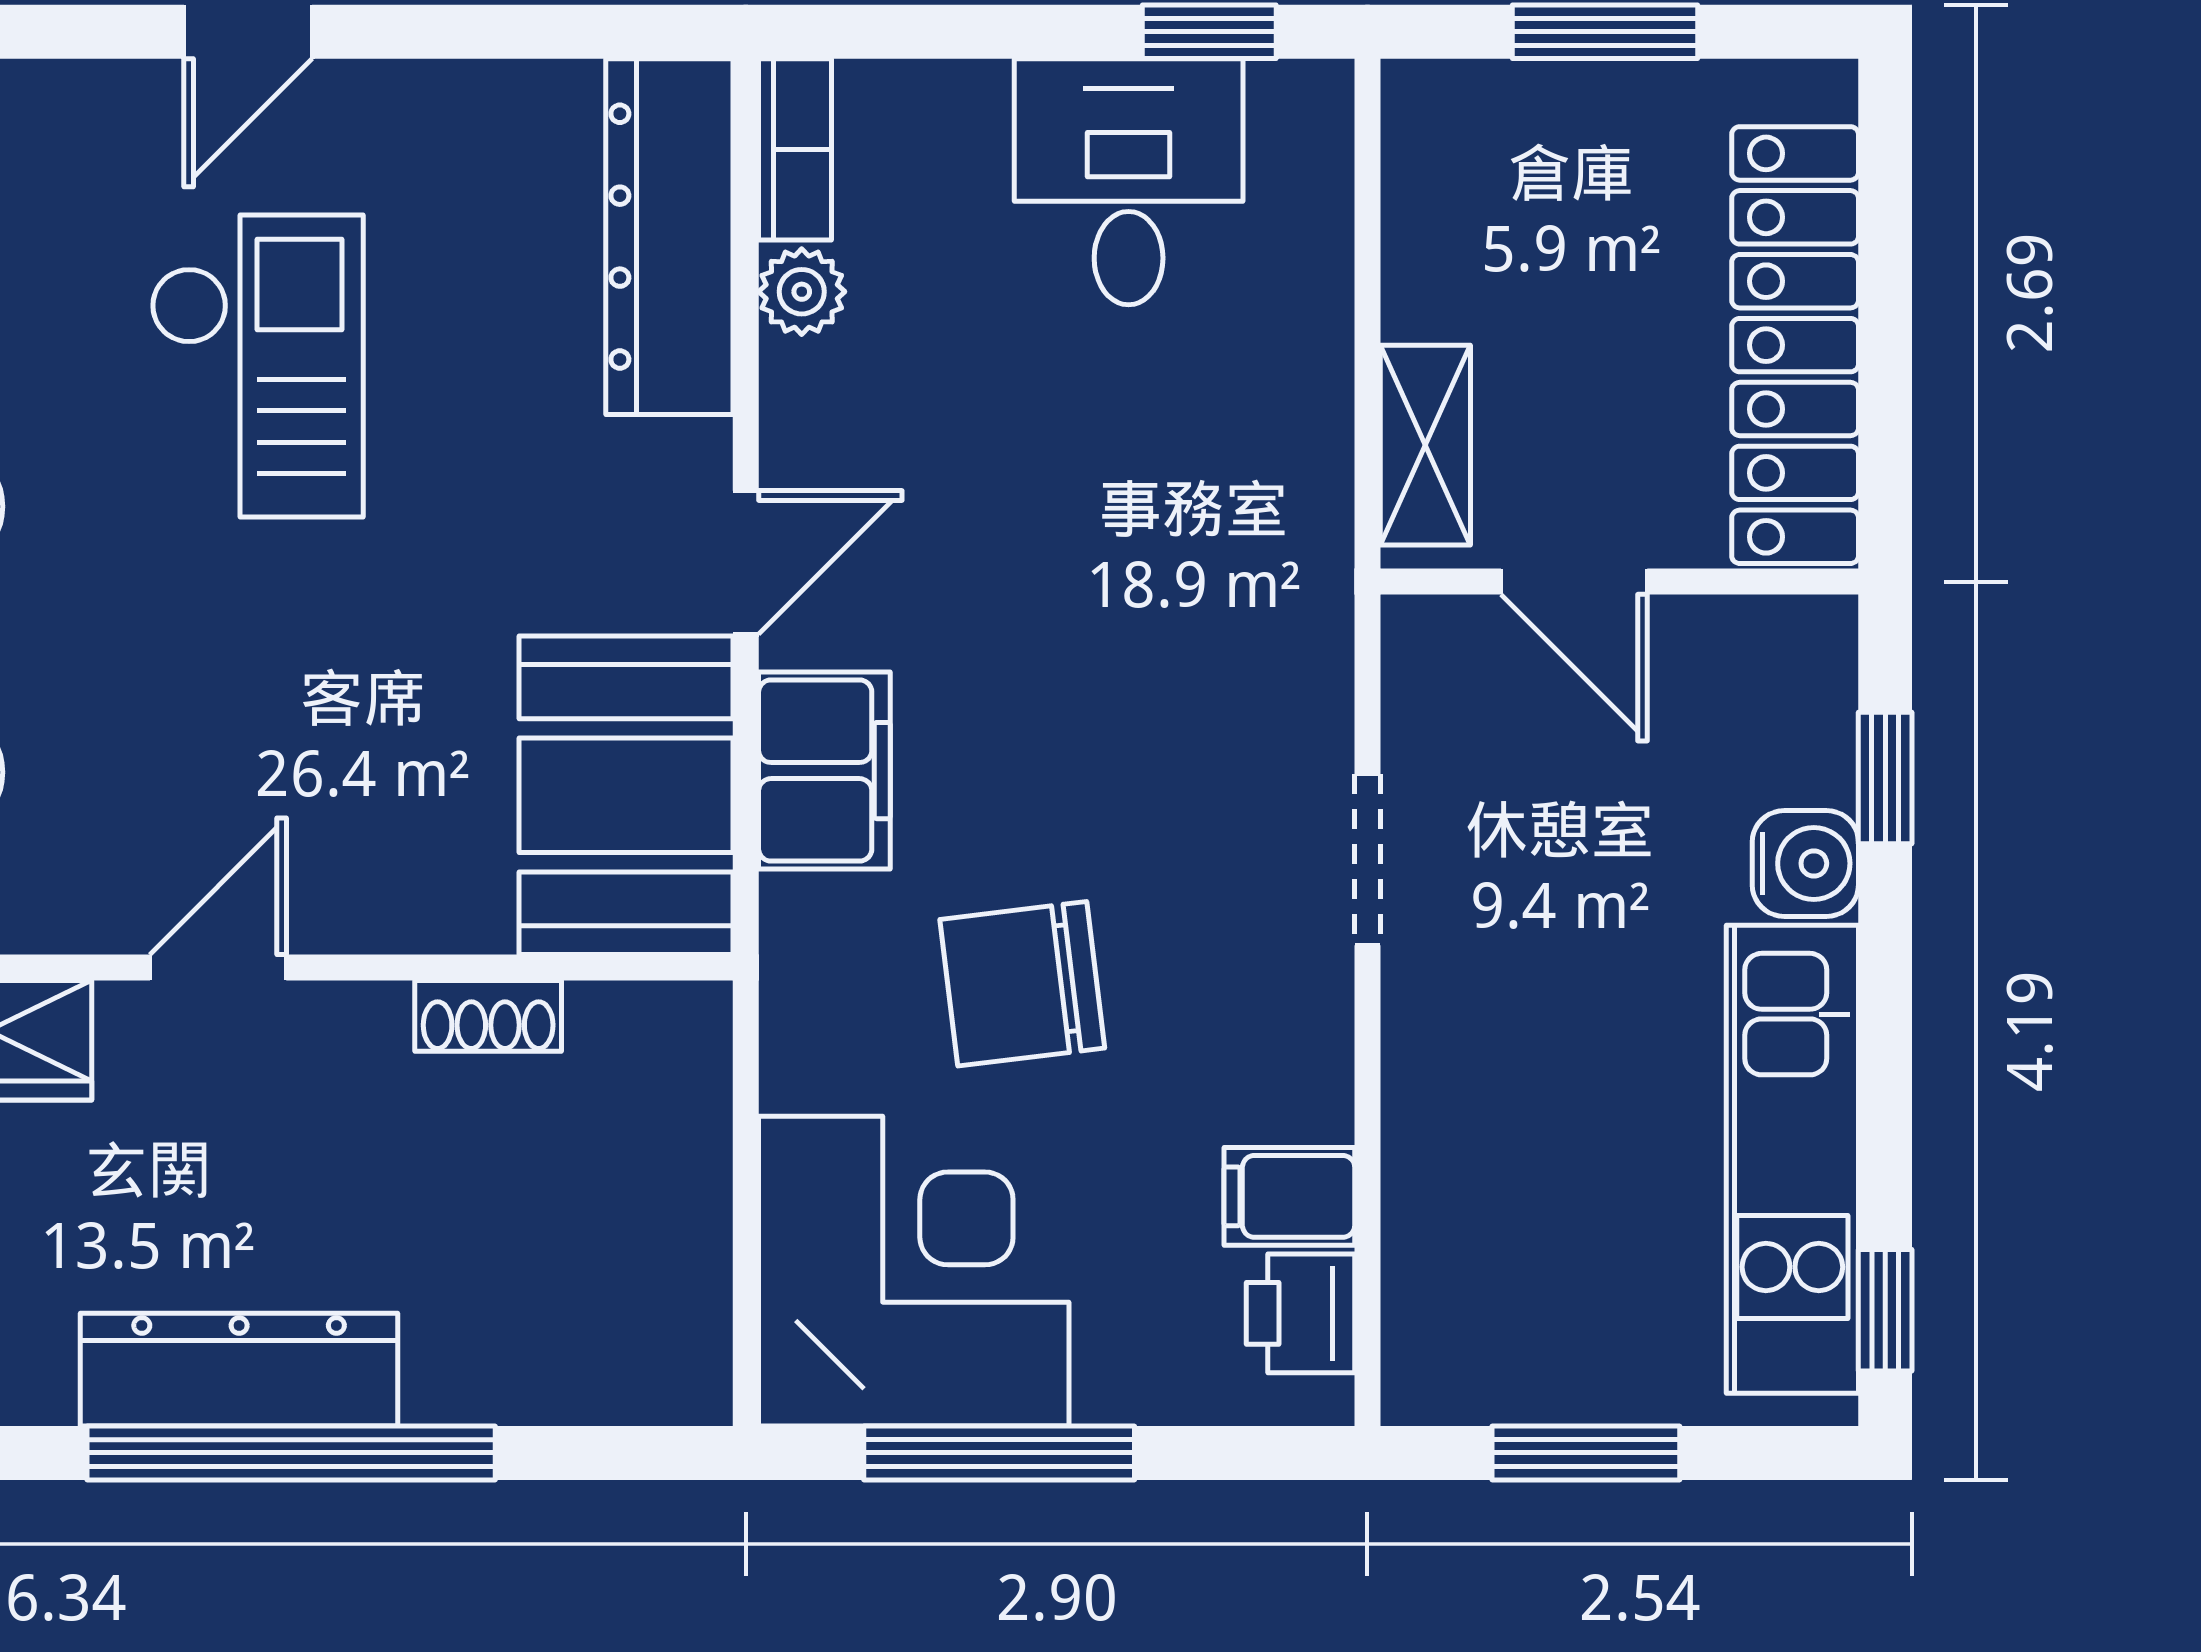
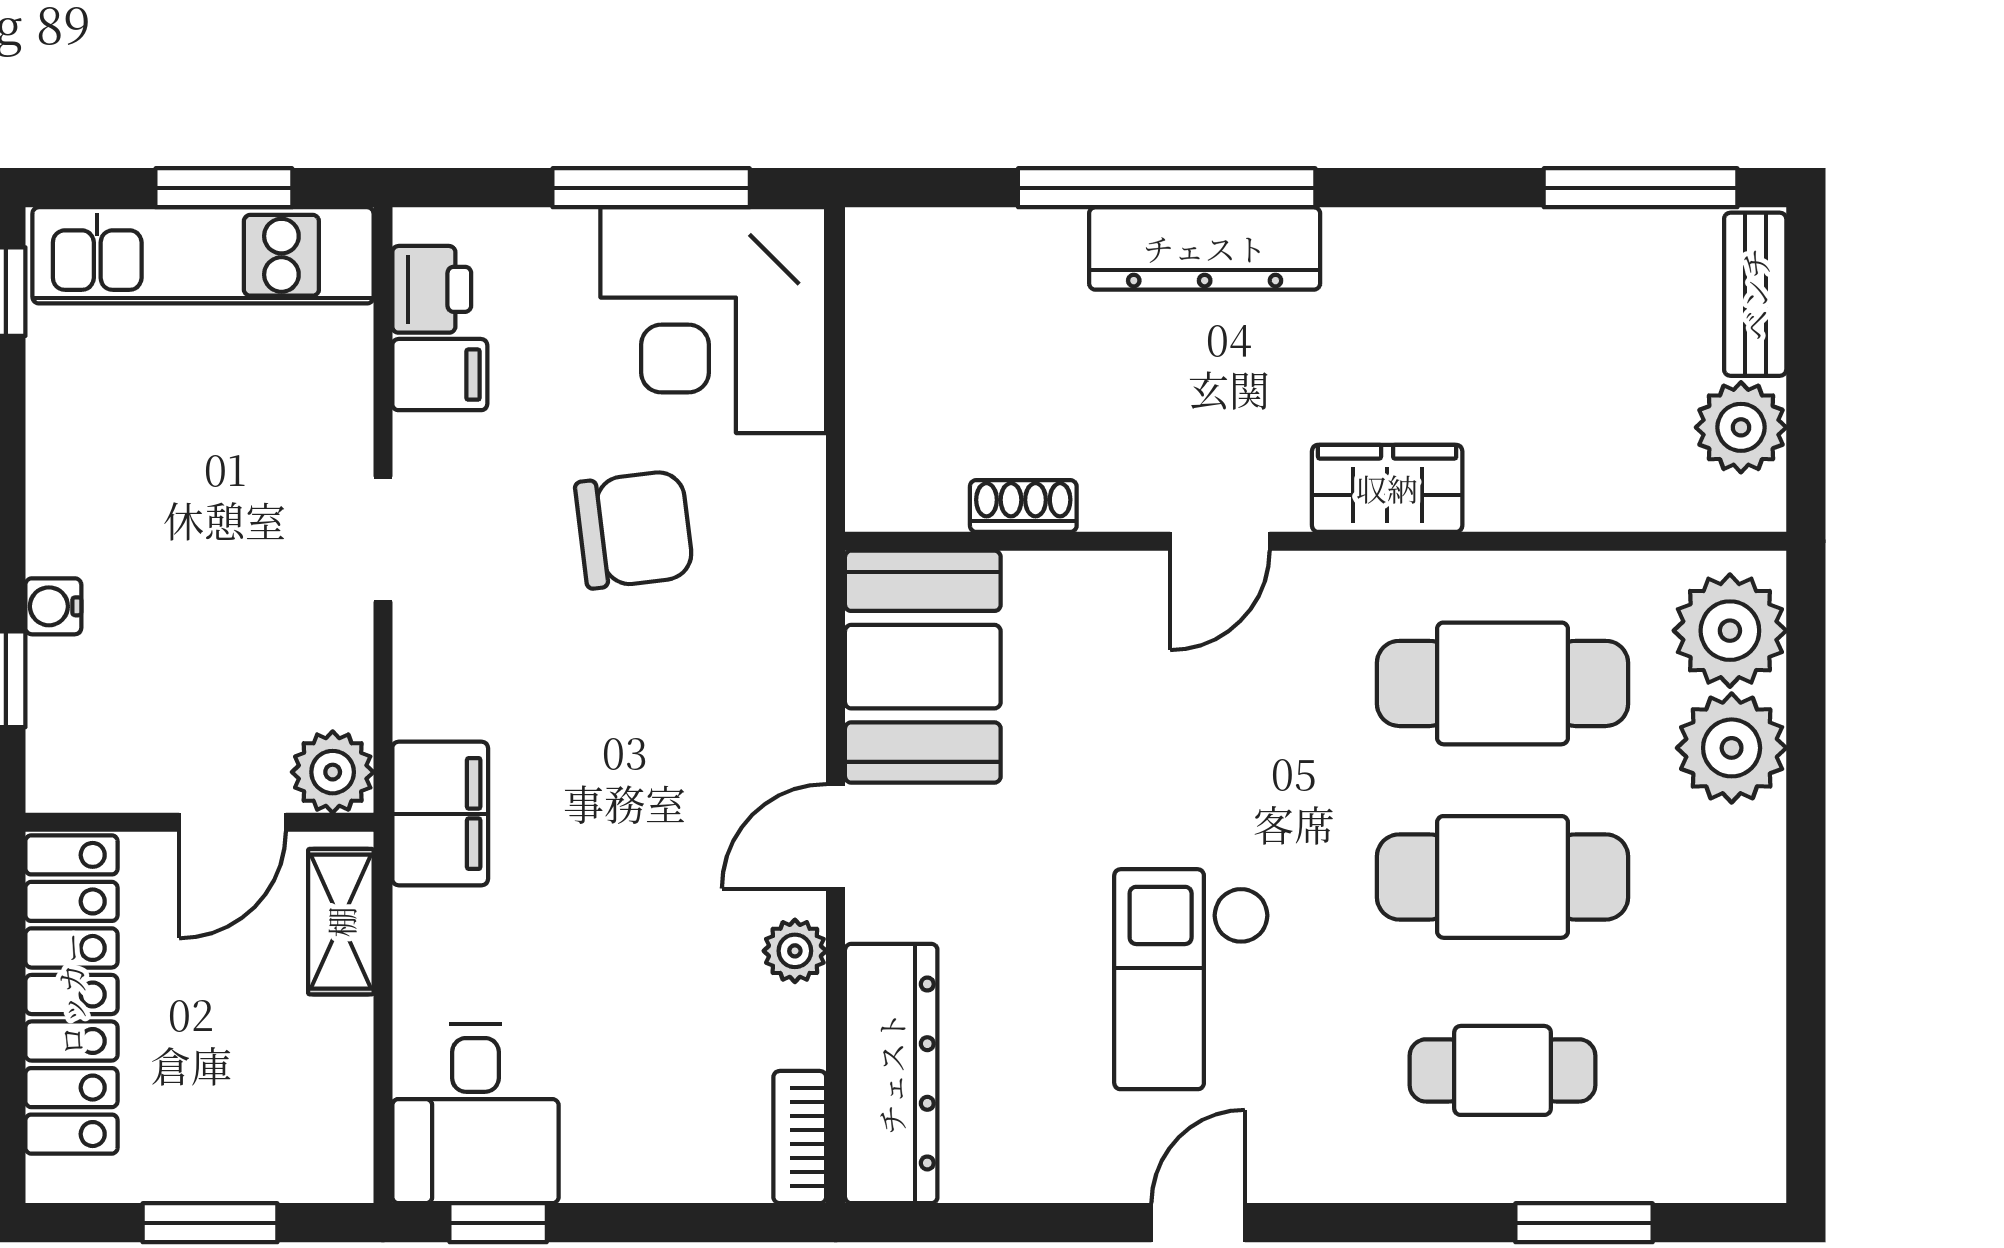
desk: (1129, 182) -> (475, 1113), moved
plant: (802, 292) -> (795, 951), moved
door: (1574, 582) -> (232, 822), swing flipped
plant: (1436, 651) -> (333, 772), added
filing cabinet: (824, 771) -> (440, 814), moved, turned 180
doorway: (1367, 860) -> (383, 539), moved
water cooler: (1805, 863) -> (53, 606), width x0.72, depth x0.72
kitchen unit: (1792, 1159) -> (203, 255), moved, turned 90

